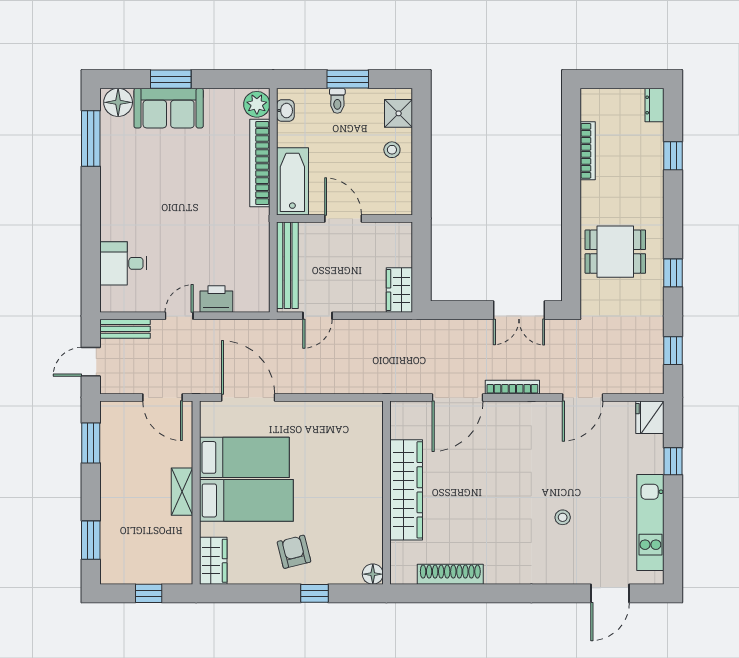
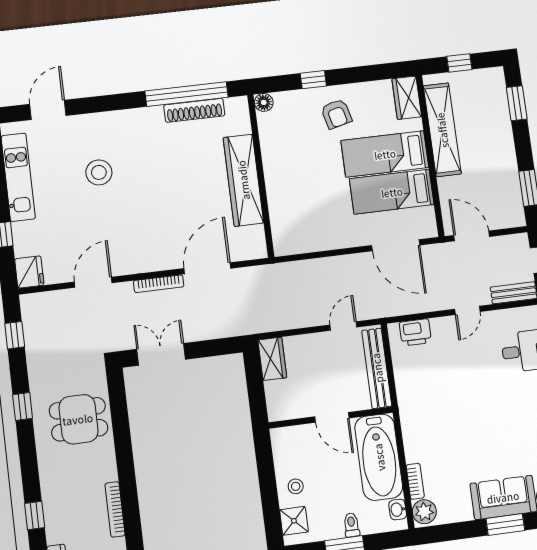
bookcase: (260, 163) -> (415, 481), width x0.43, depth x0.76
bathtub: (292, 181) -> (379, 457), width x1.36, depth x1.36
printer: (216, 299) -> (415, 332), moved
shelving: (182, 492) -> (442, 130), width x2.20, depth x1.33
stool: (563, 517) -> (99, 172), width x1.89, depth x1.89
window: (456, 593) -> (187, 94), added

